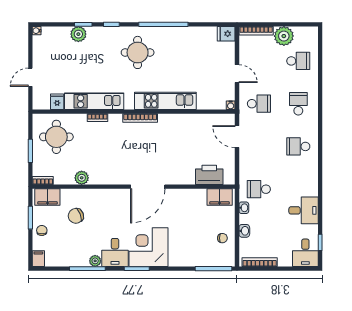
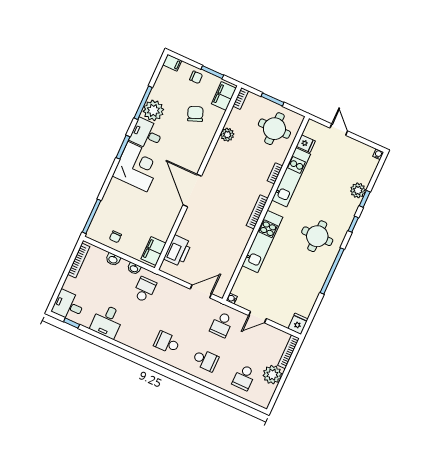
school desk: (298, 146) -> (167, 343), turned -90
plant: (95, 261) -> (153, 110), width x1.87, depth x1.87

